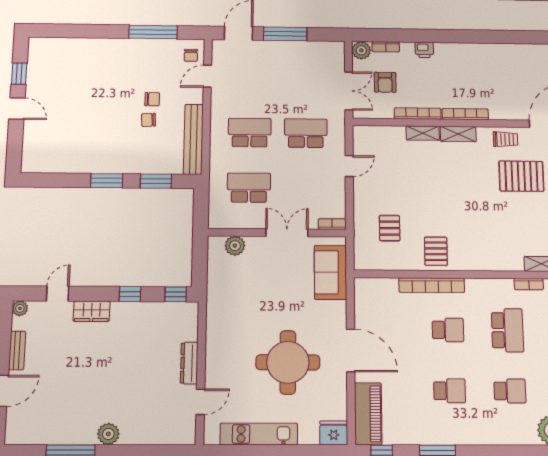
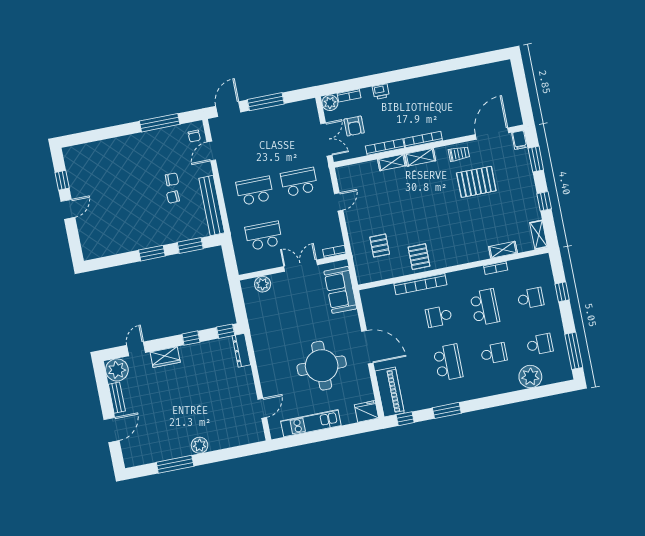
door: (17, 108) -> (68, 209), hinge flipped
plant: (20, 308) -> (117, 370), width x1.88, depth x1.88
school desk: (448, 330) -> (439, 316), turned 180
dresser: (189, 363) -> (241, 350), moved
school desk: (450, 391) -> (448, 363), width x1.85

